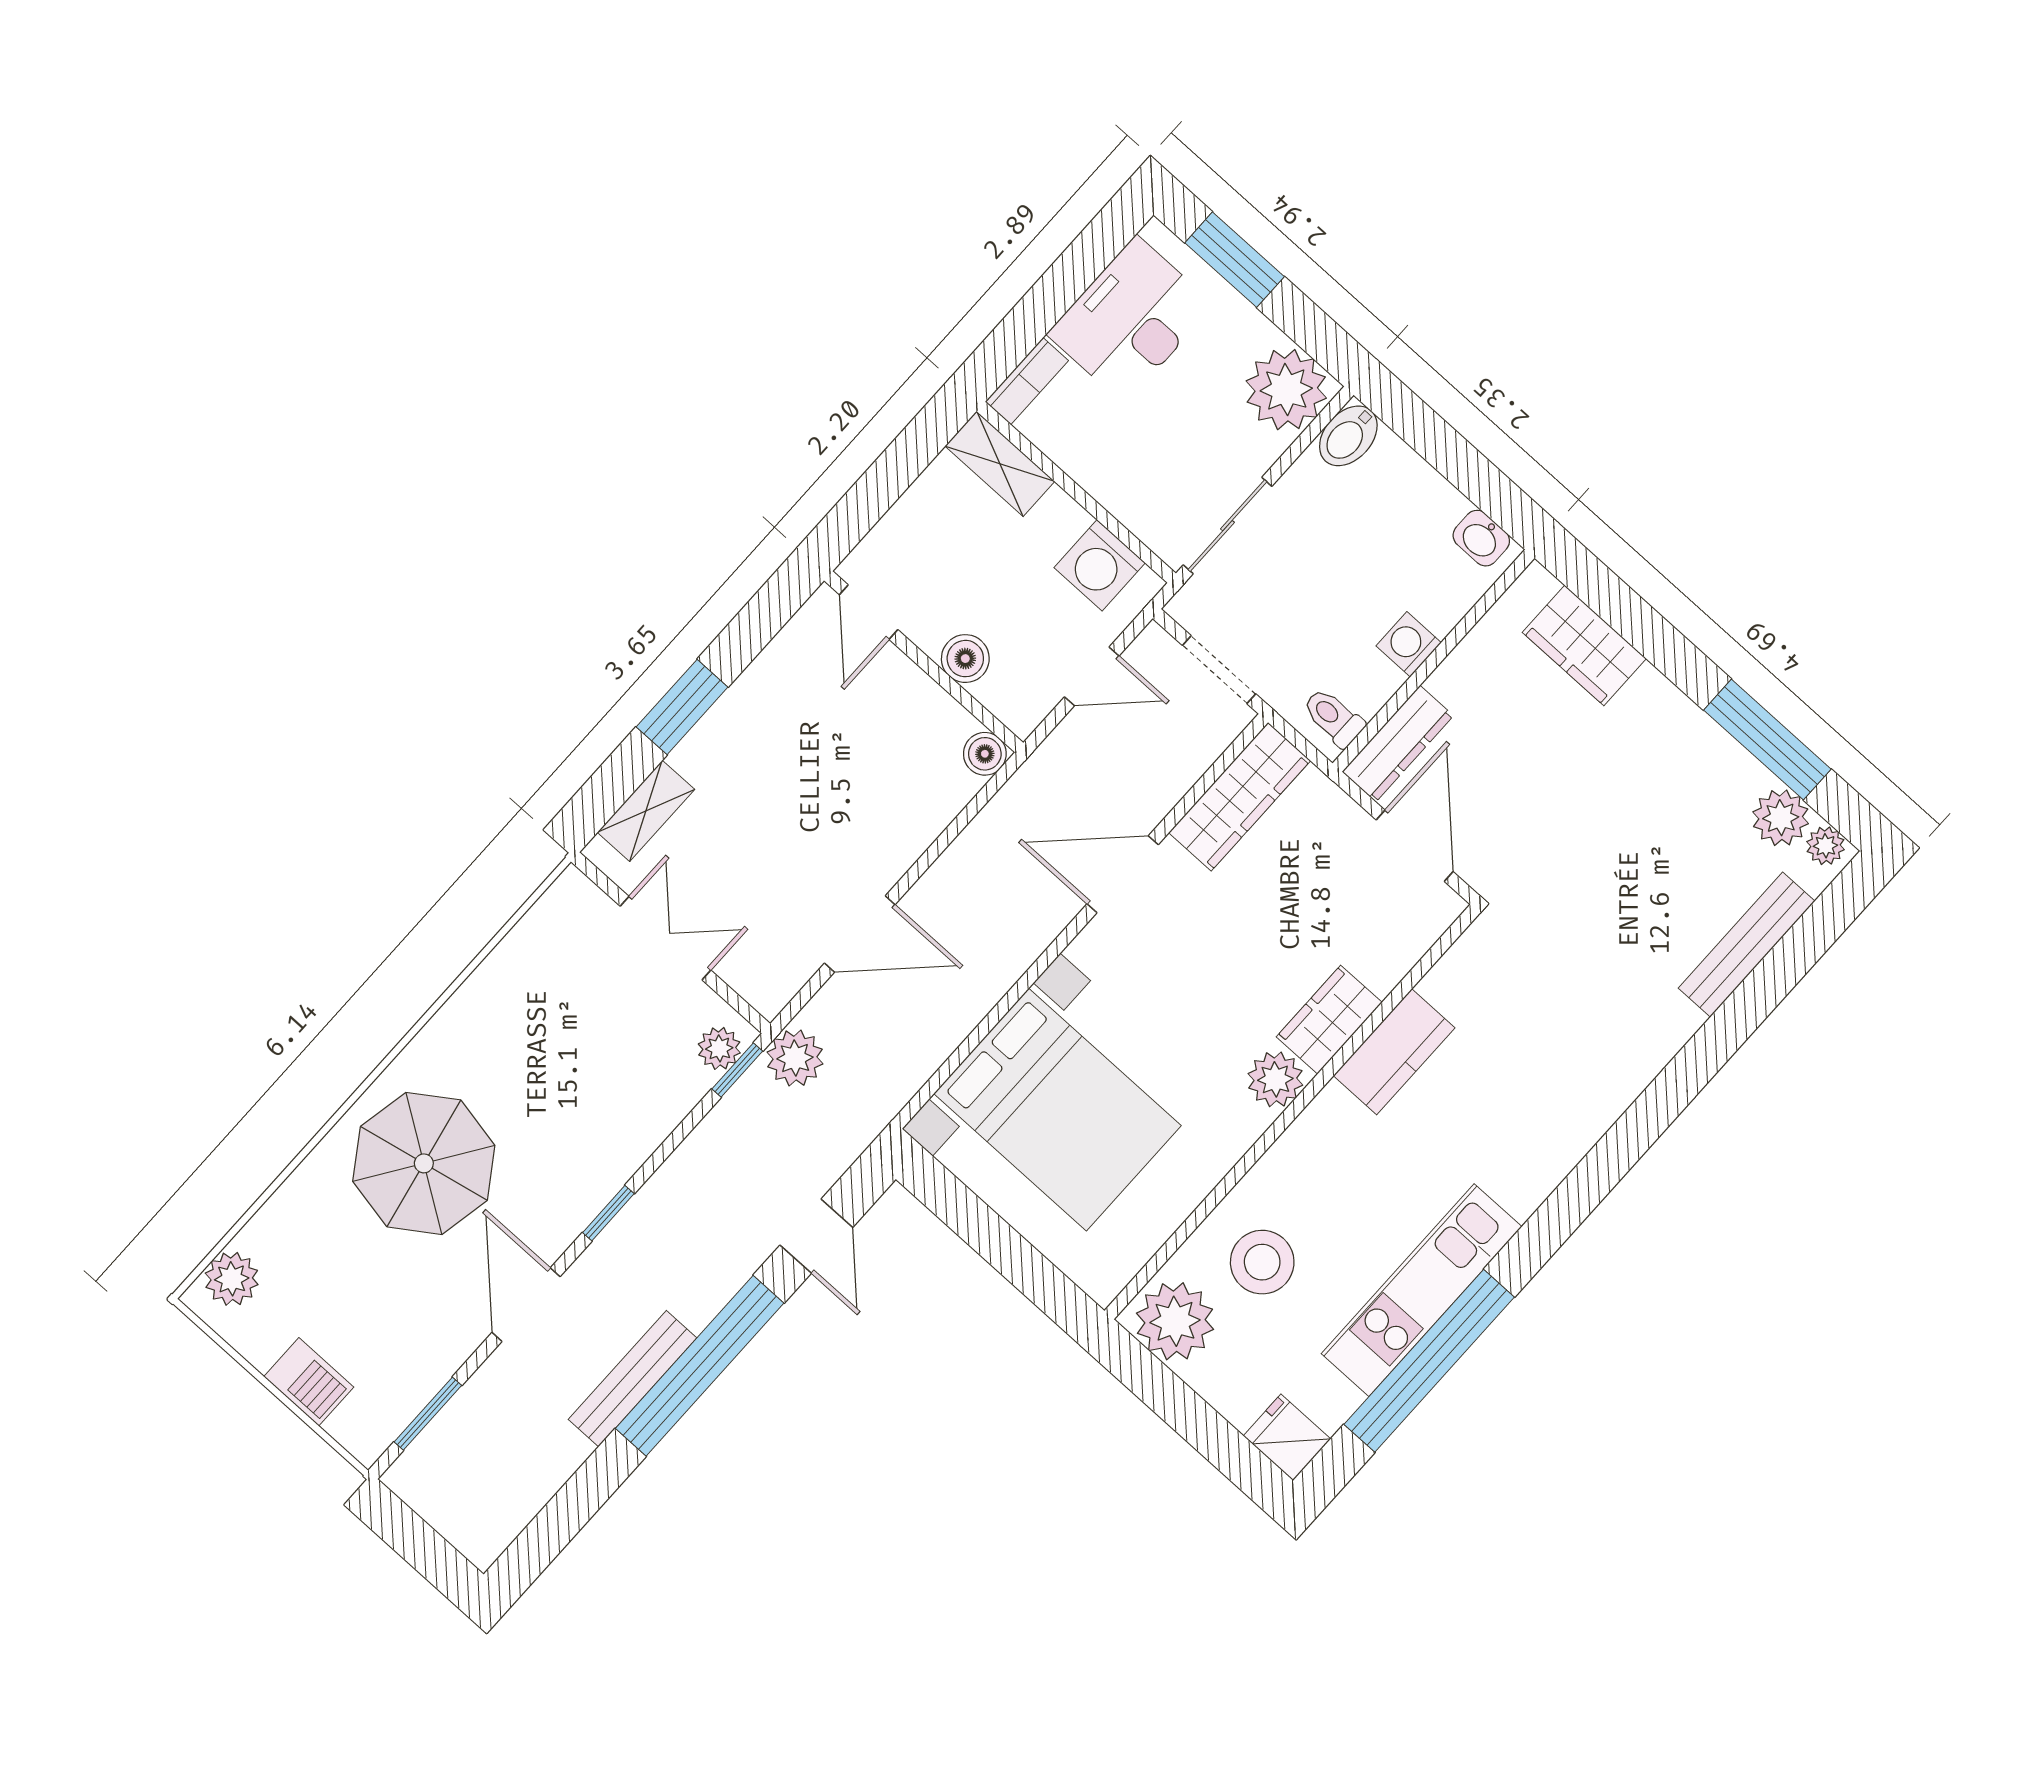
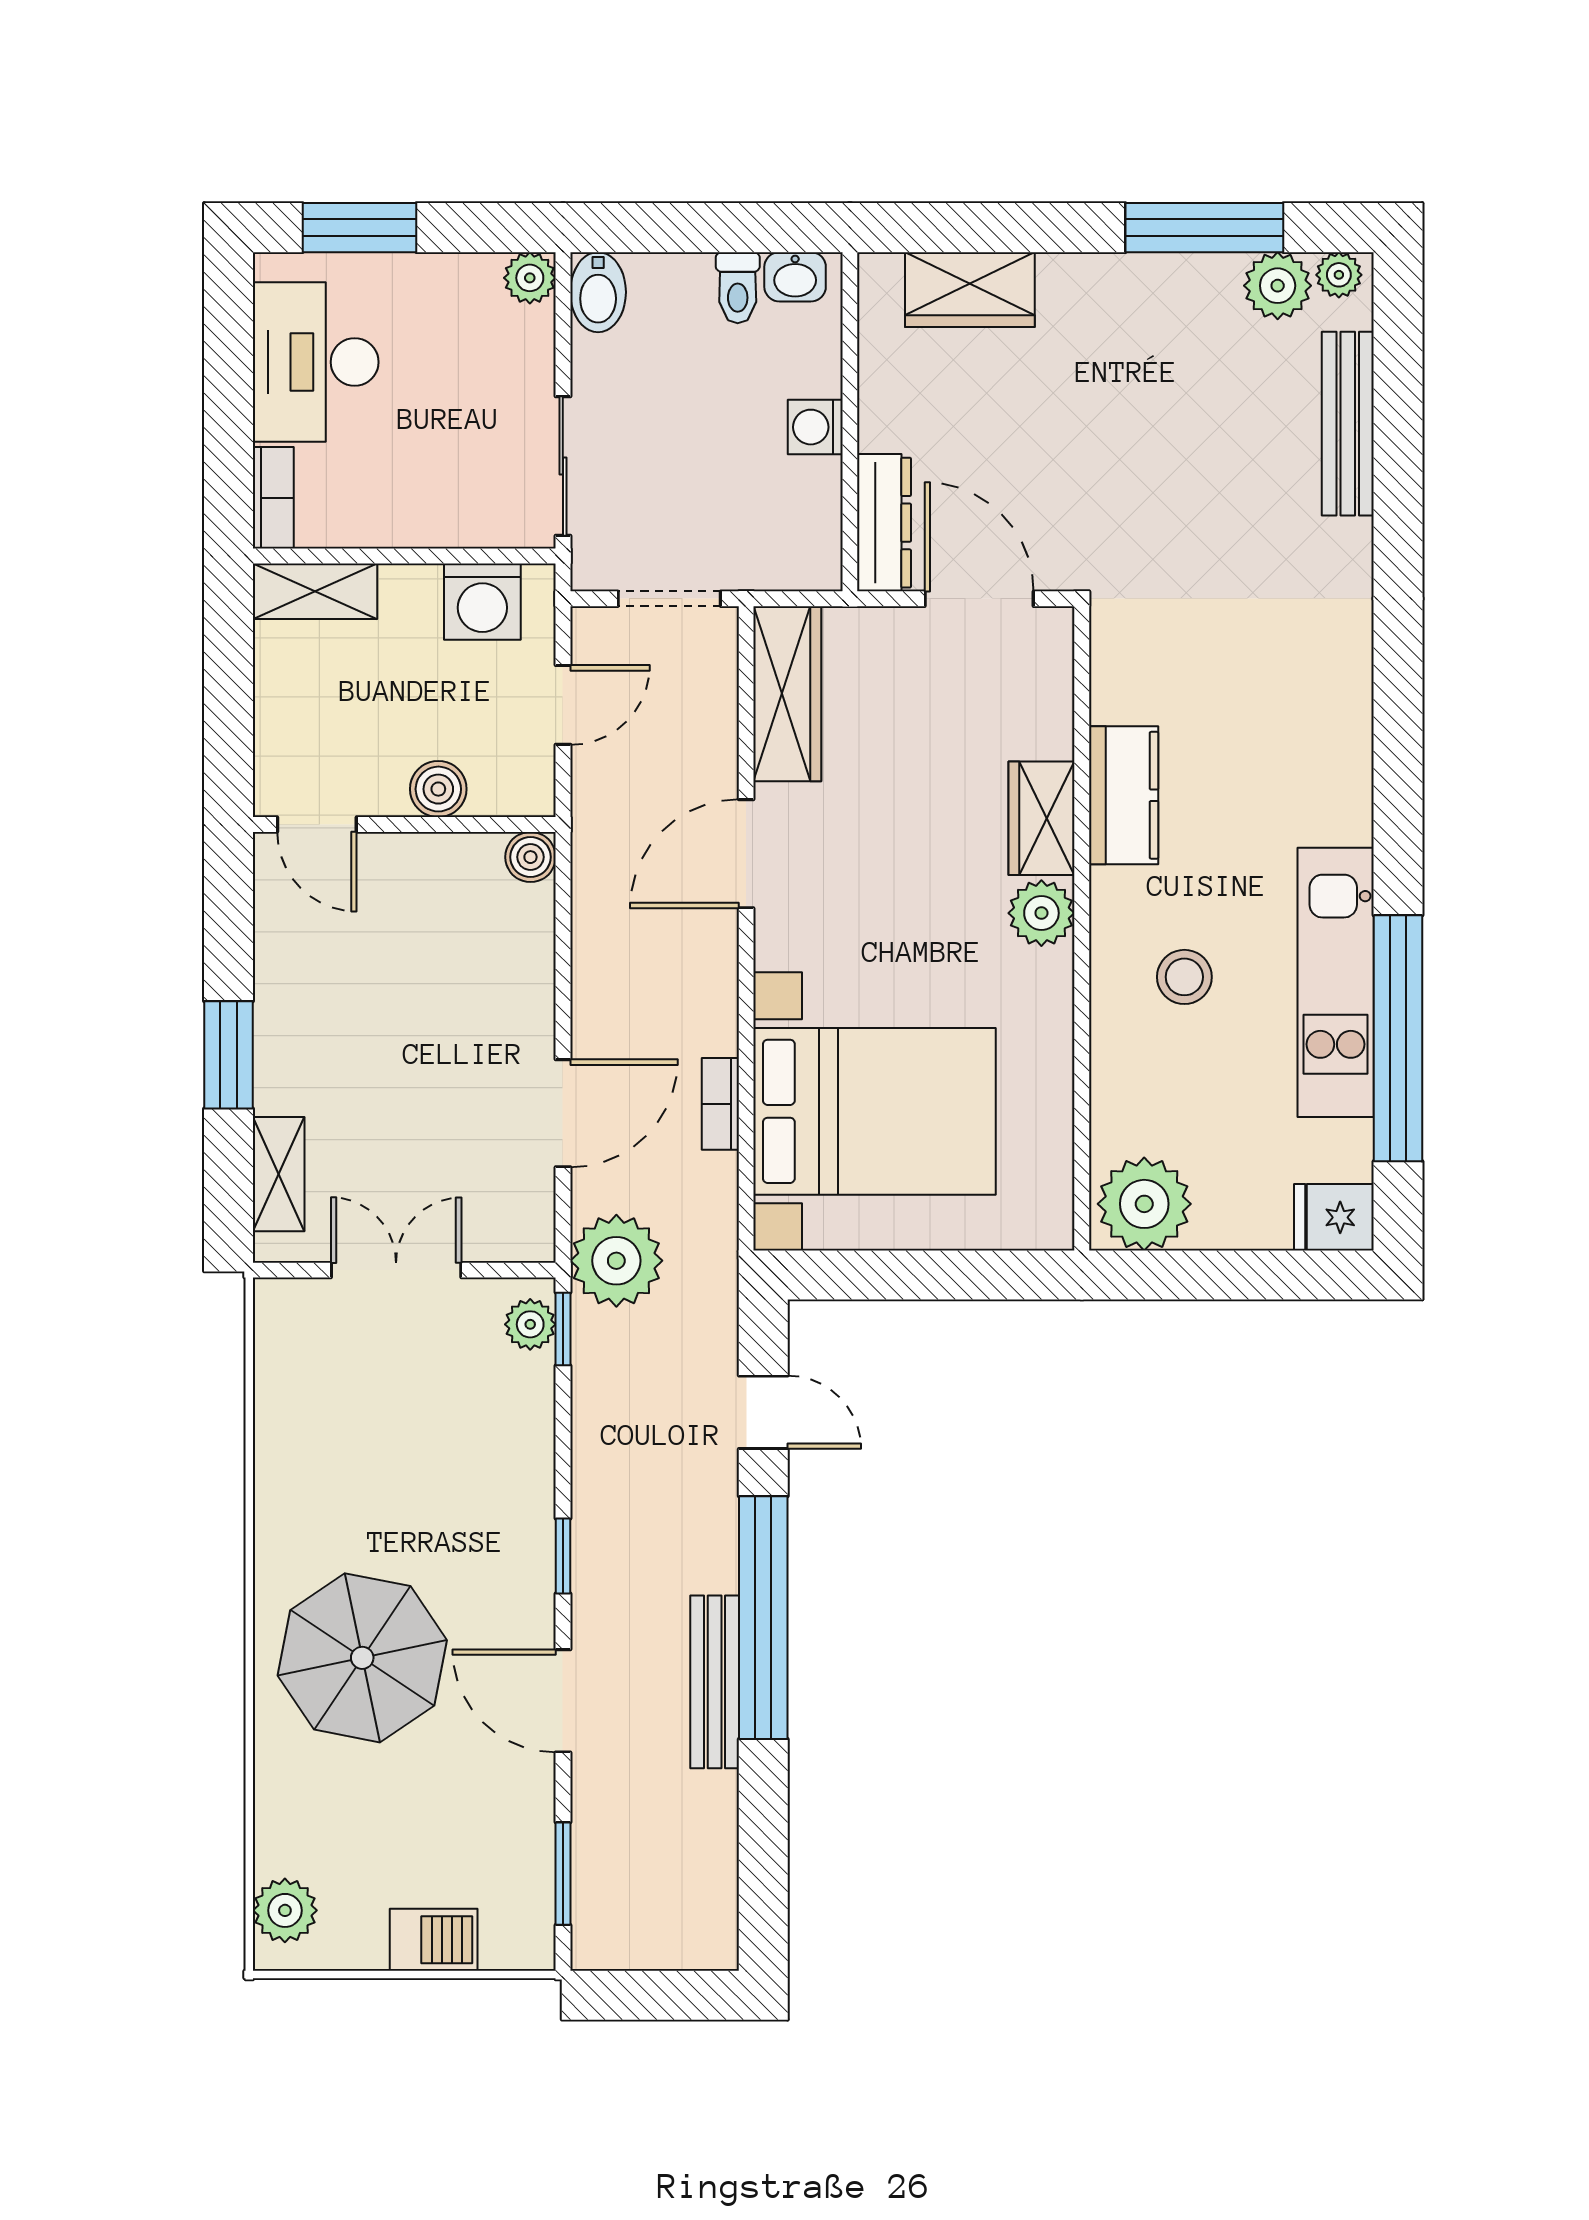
plant: (1286, 390) -> (530, 278), width x0.53, depth x0.53
toilet: (1333, 717) -> (738, 288), moved, turned -90
bookcase: (964, 1017) -> (720, 1104), added
plant: (795, 1058) -> (616, 1261), width x1.36, depth x1.36
stool: (1262, 1262) -> (1184, 977), moved, width x0.73, depth x0.73

